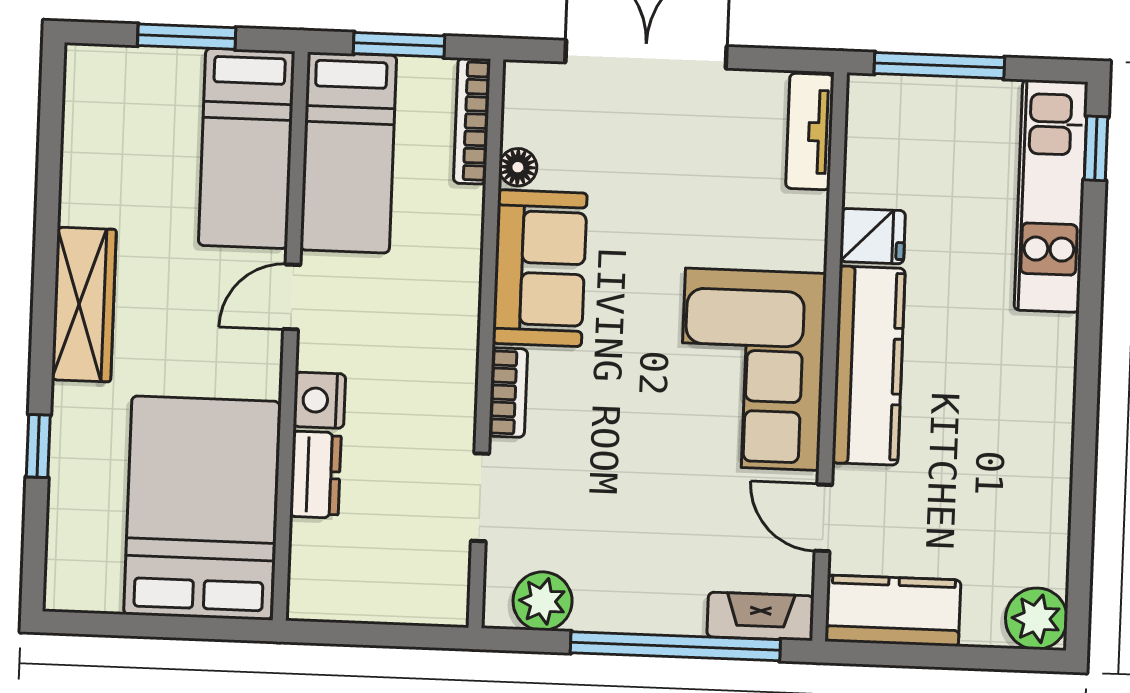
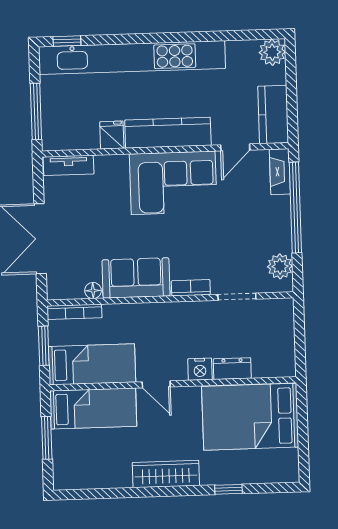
kitchen unit: (1051, 196) -> (132, 58), width x1.86

